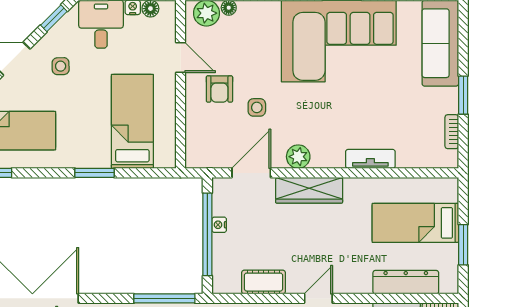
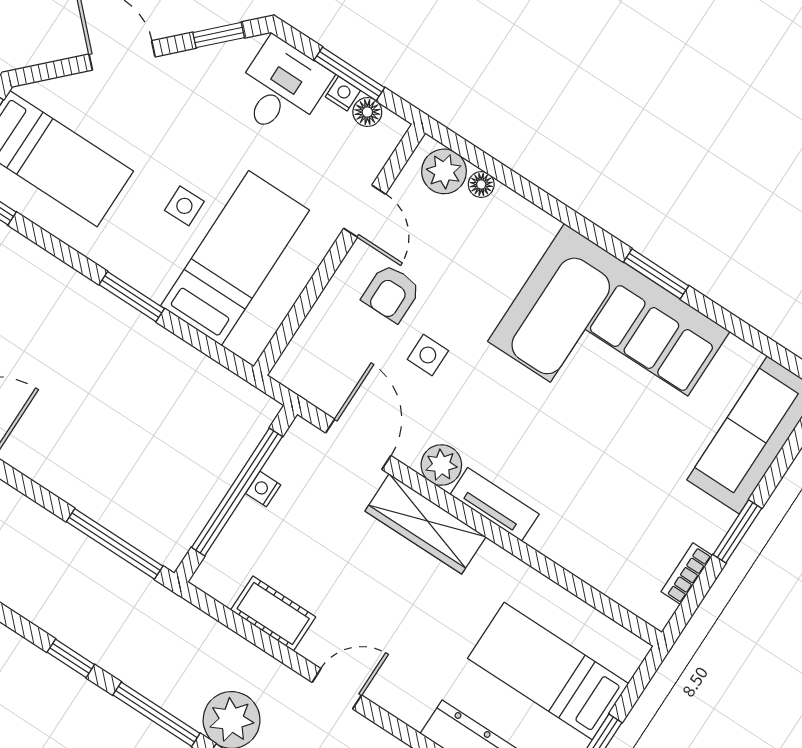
side table: (61, 66) -> (184, 206), moved
tv unit: (370, 159) -> (495, 504), moved
door: (251, 173) -> (358, 444), hinge flipped

